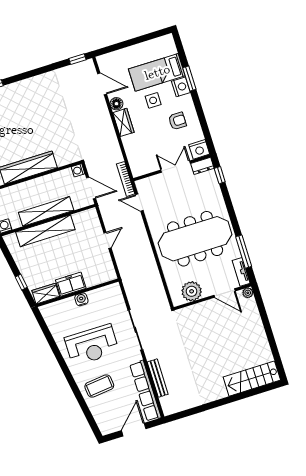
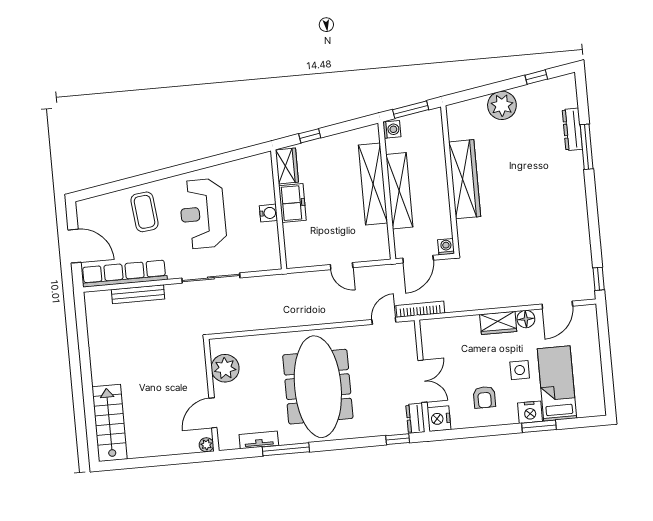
plant: (192, 291) -> (225, 368), moved
door: (225, 293) -> (213, 413), moved
plant: (248, 293) -> (206, 445), moved
wall: (212, 297) -> (211, 395), moved

